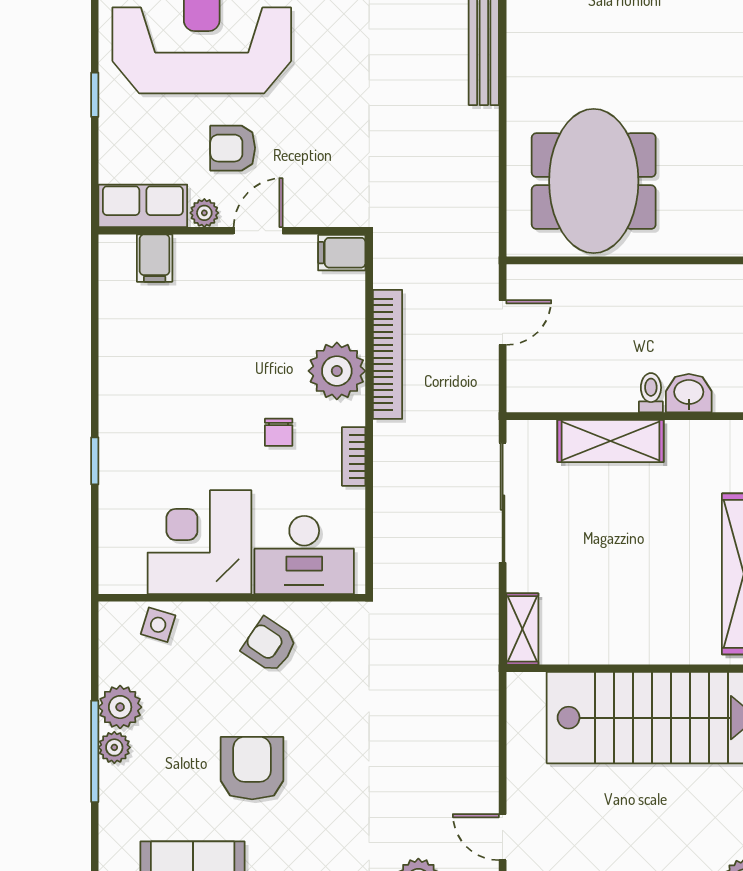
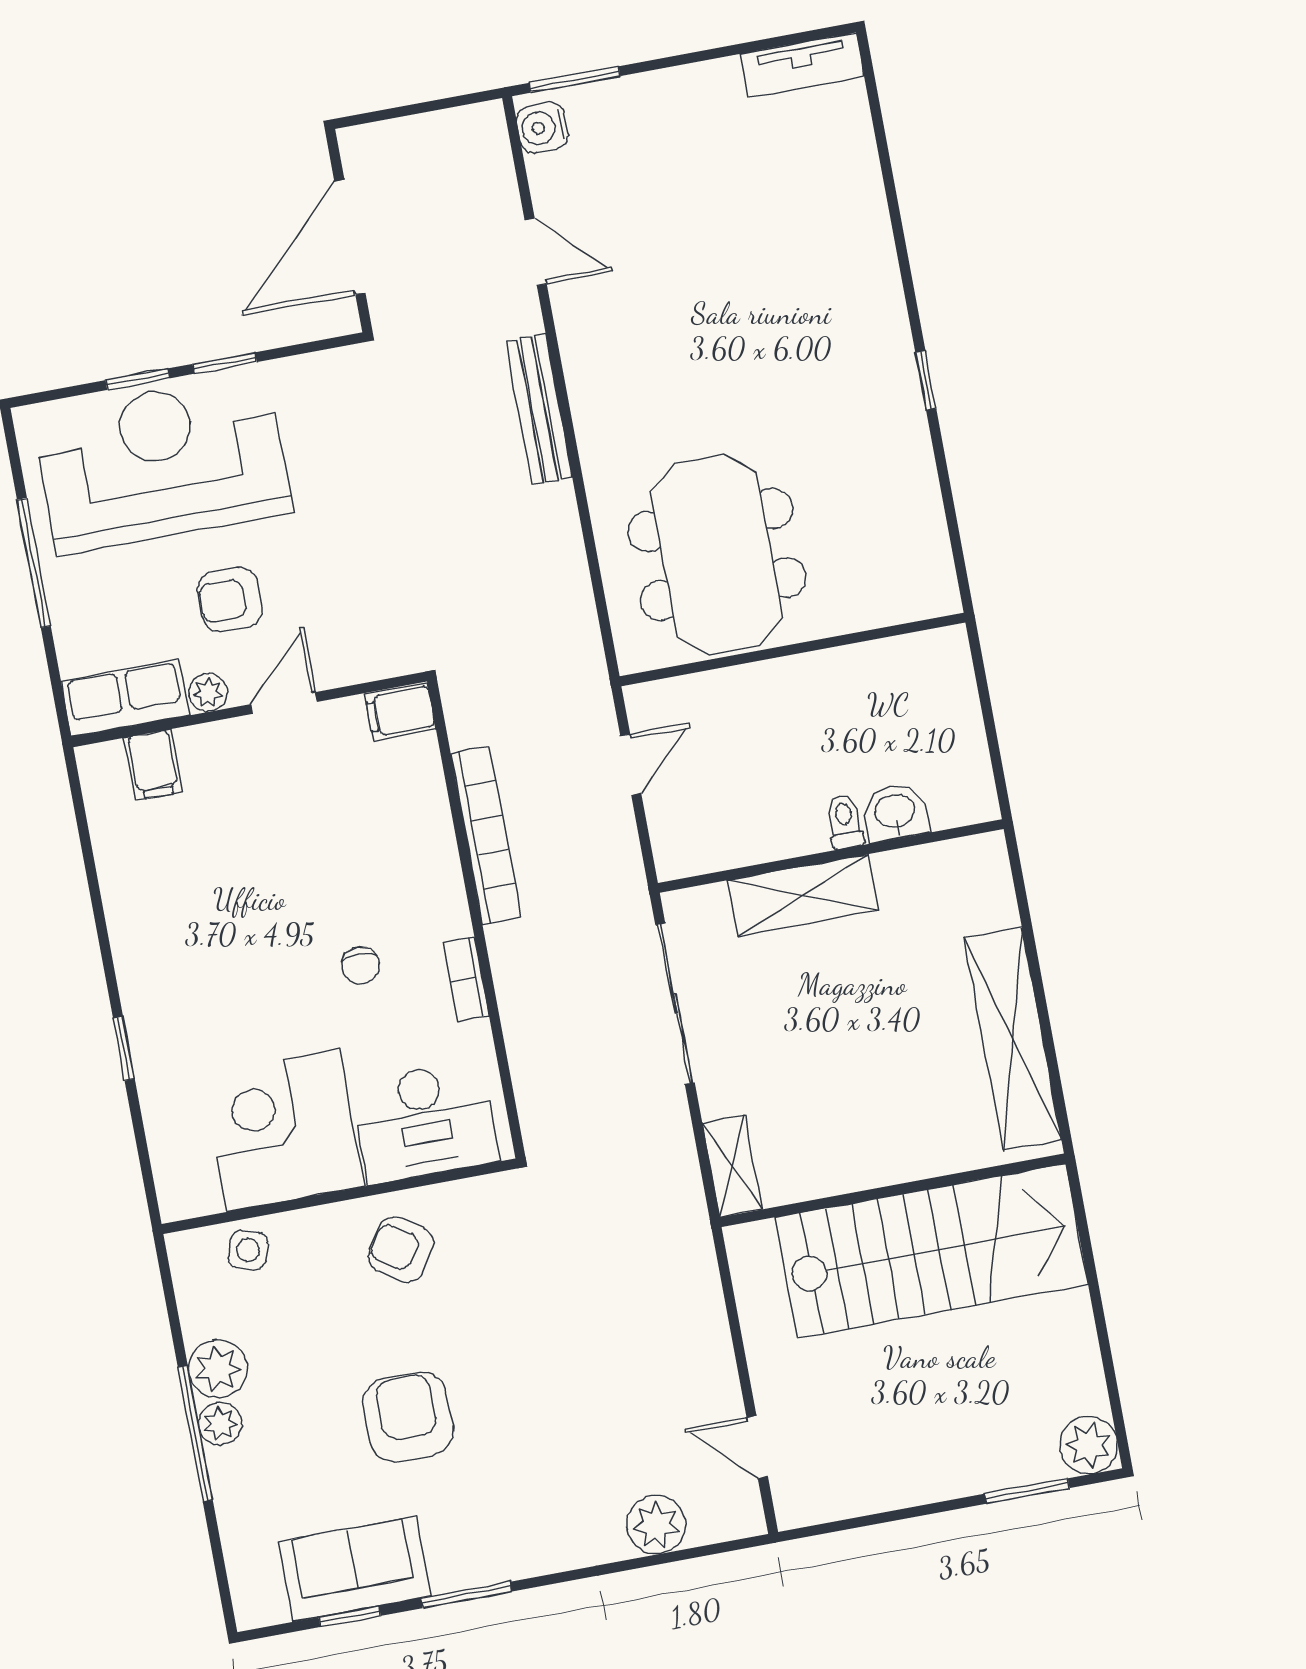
window: (95, 95) -> (34, 563), width x2.17
plant: (337, 371) -> (423, 870), removed

